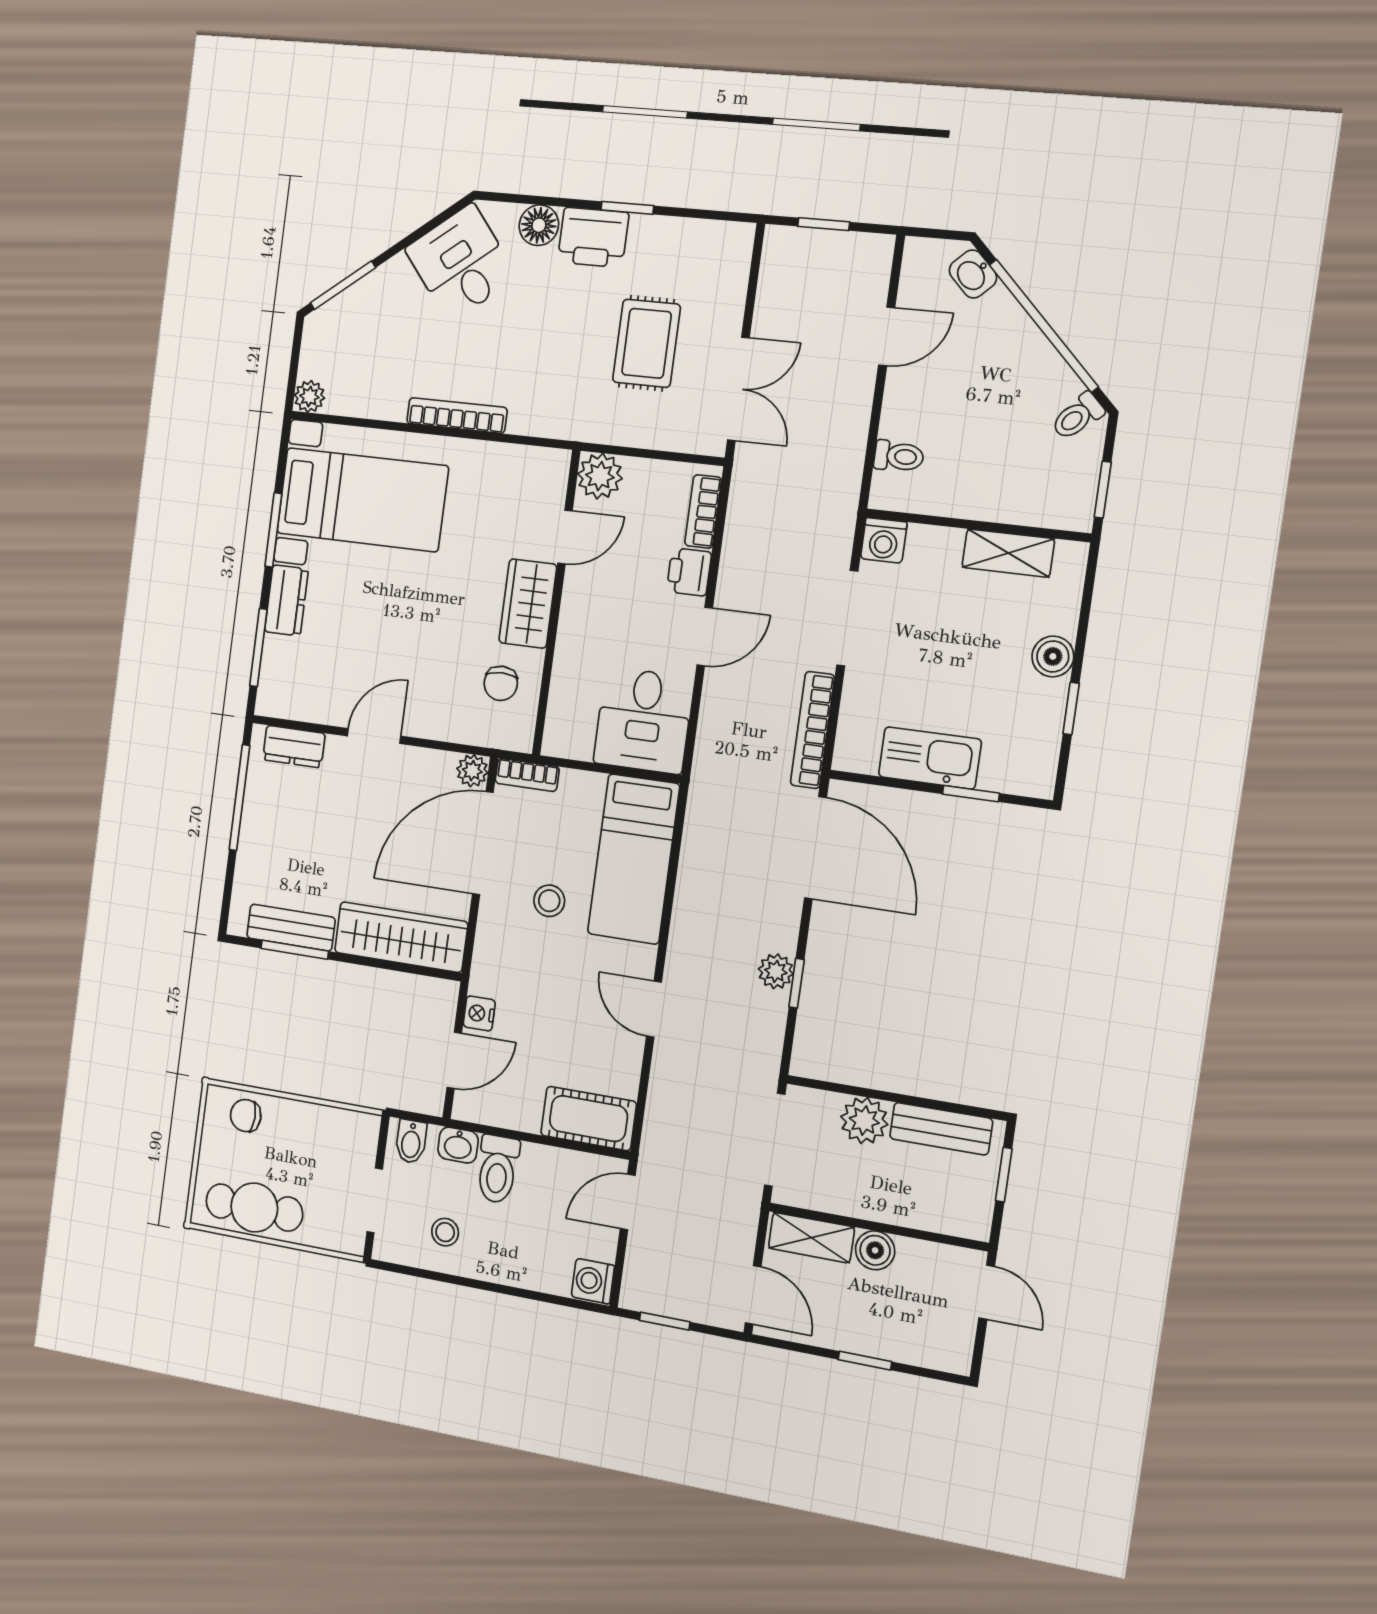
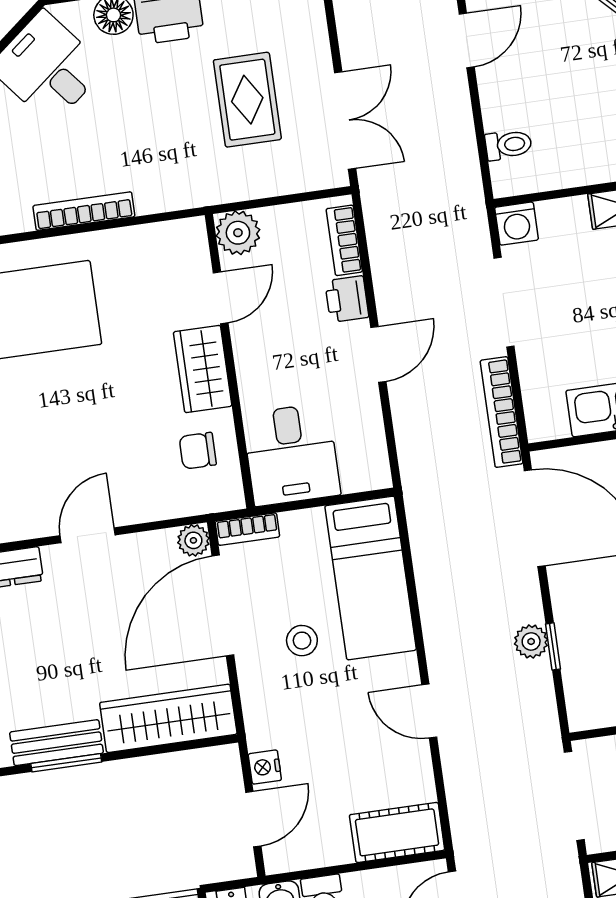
chair: (501, 683) -> (198, 451), turned 90
desk: (643, 720) -> (291, 454), moved

